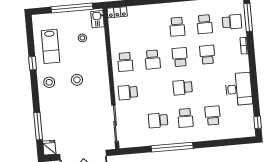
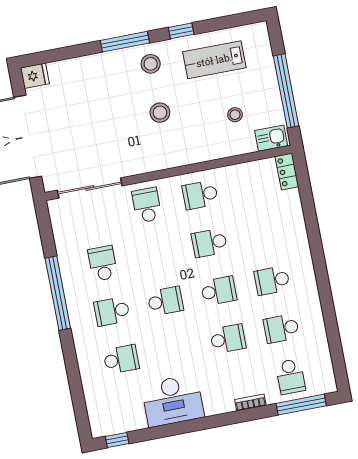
school desk: (183, 87) -> (165, 301), turned 90
window: (38, 126) -> (125, 42), moved

